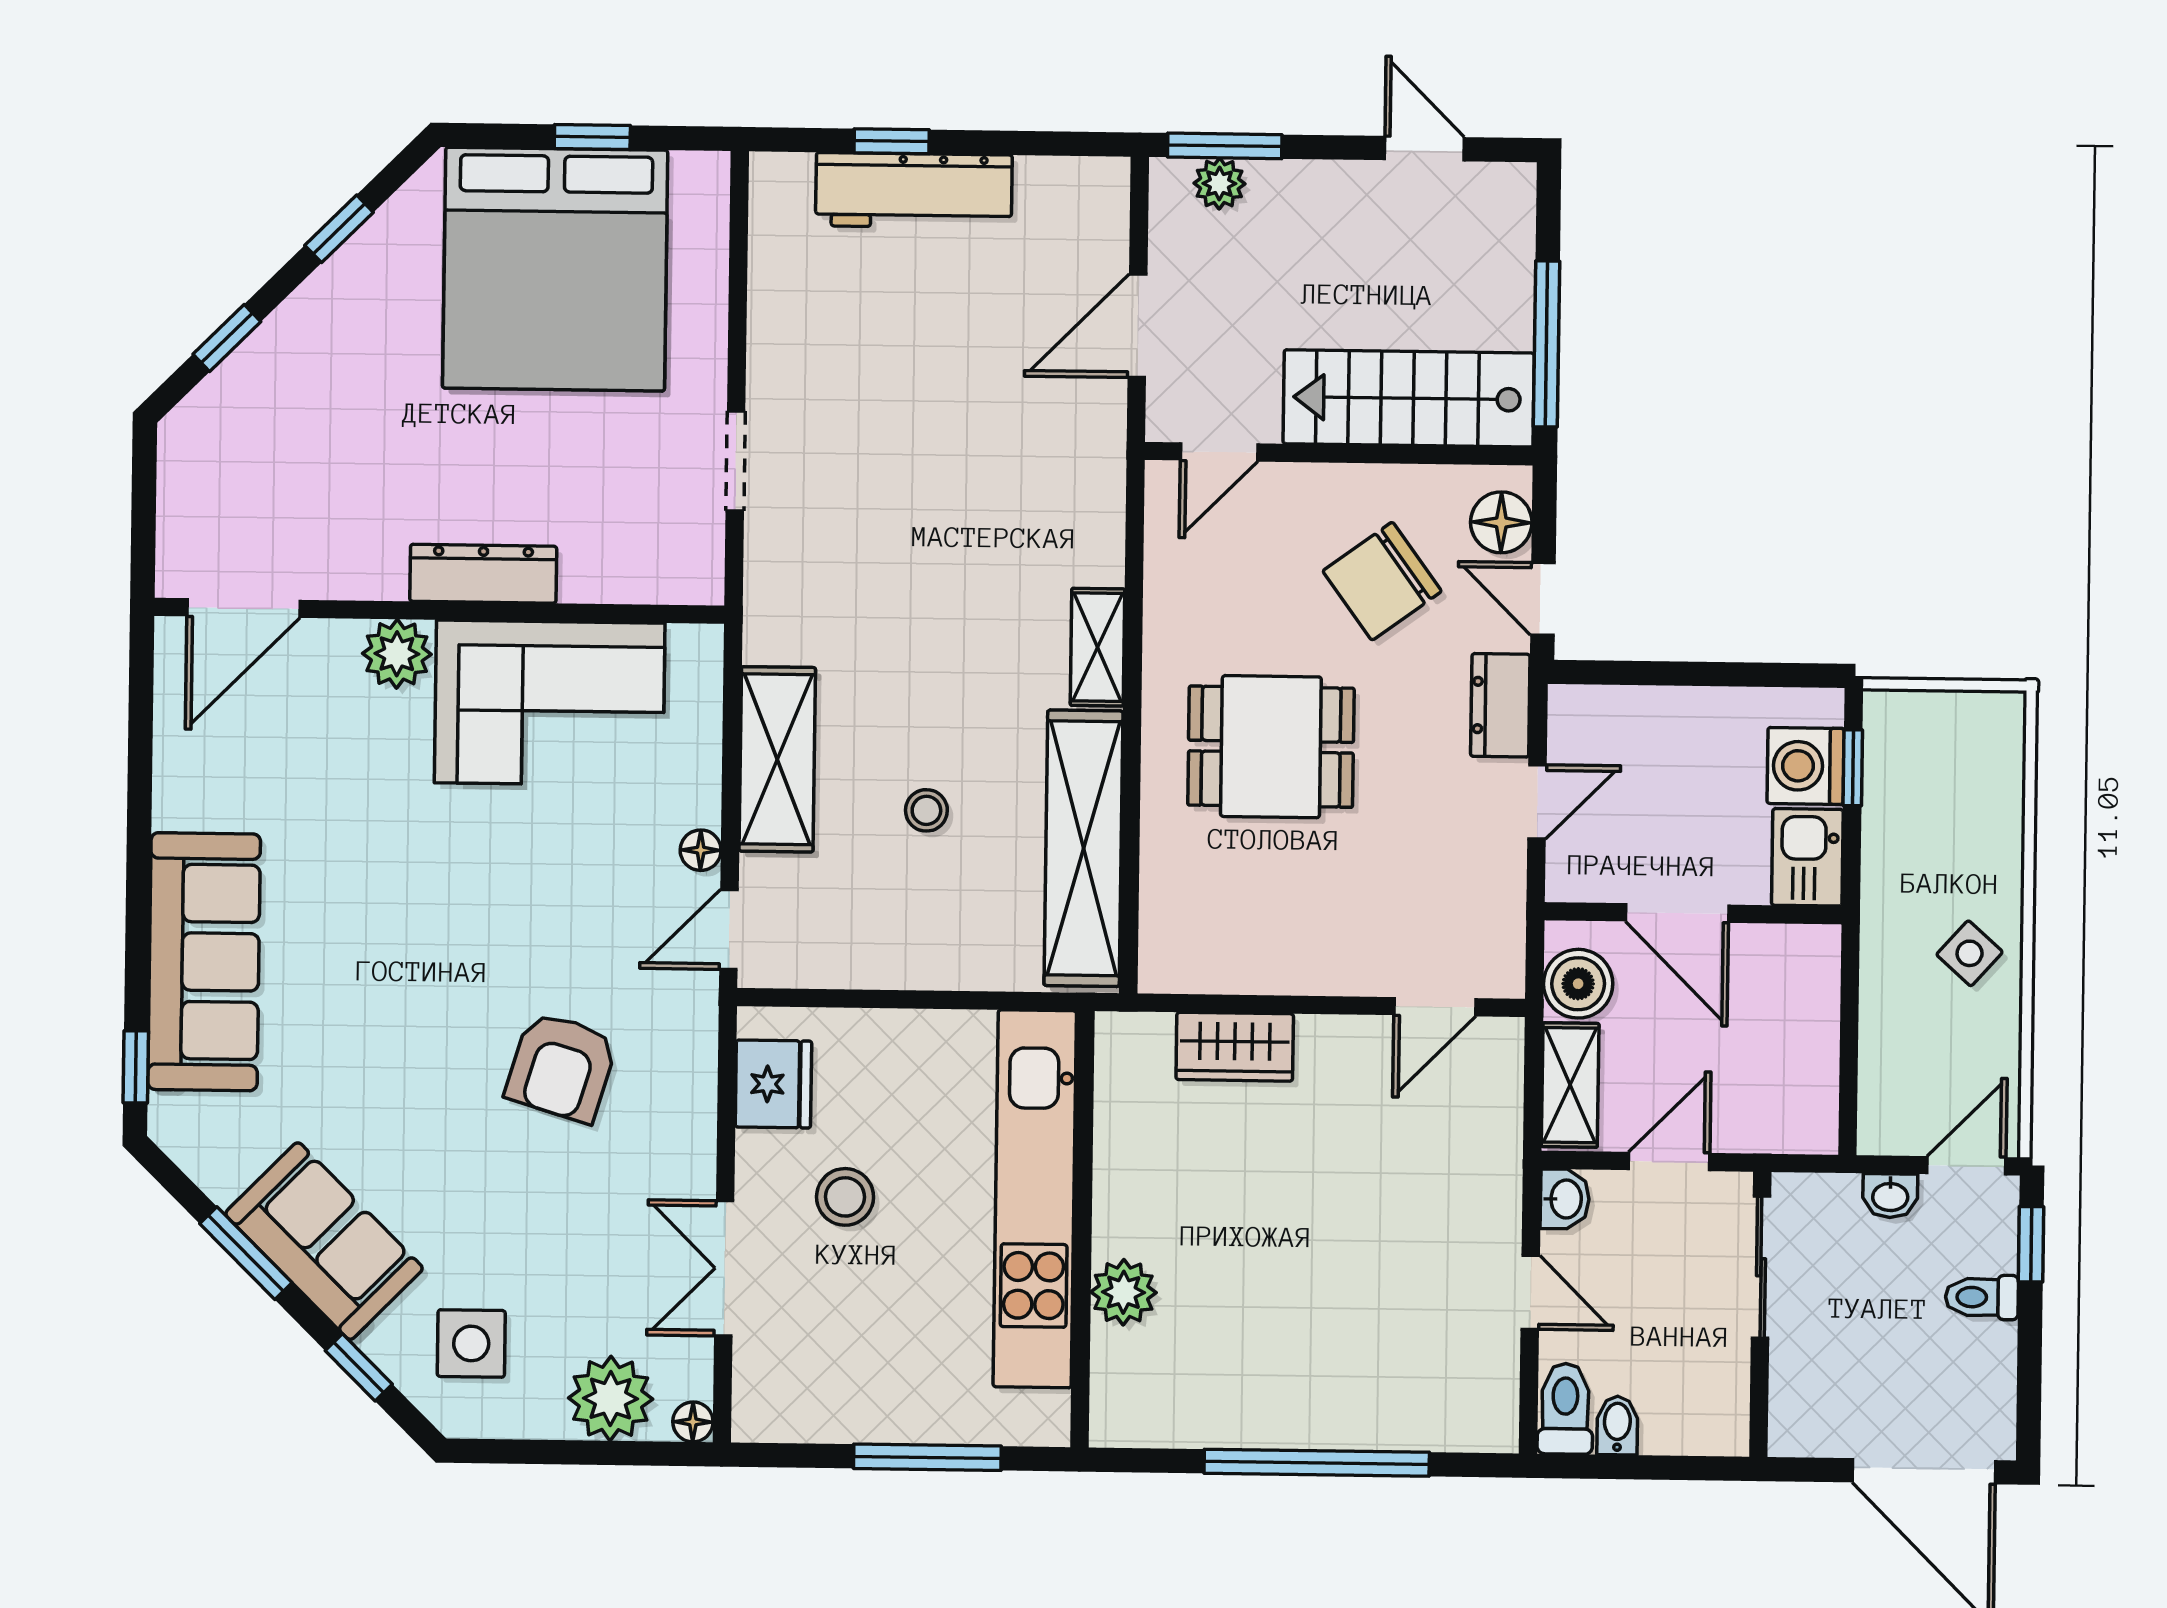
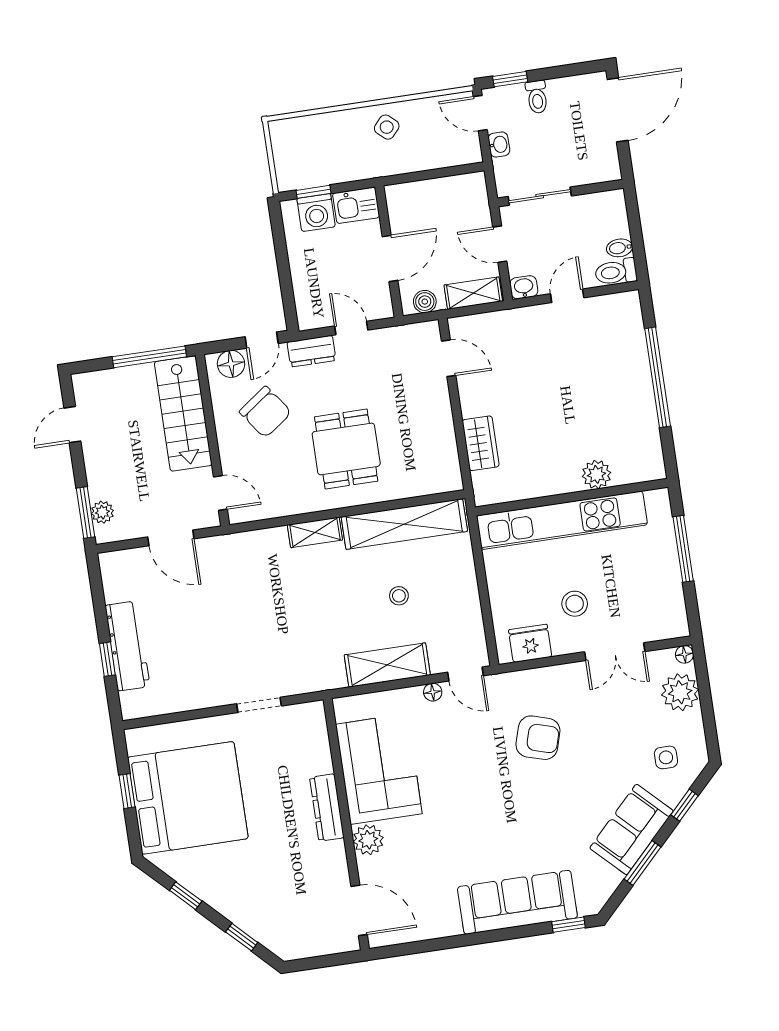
boiler: (1578, 984) -> (425, 302), width x0.73, depth x0.73
side table: (471, 1343) -> (666, 757), width x0.73, depth x0.73

